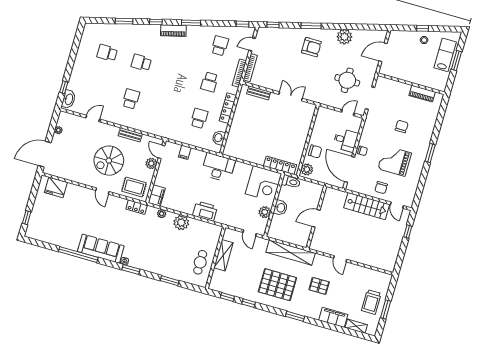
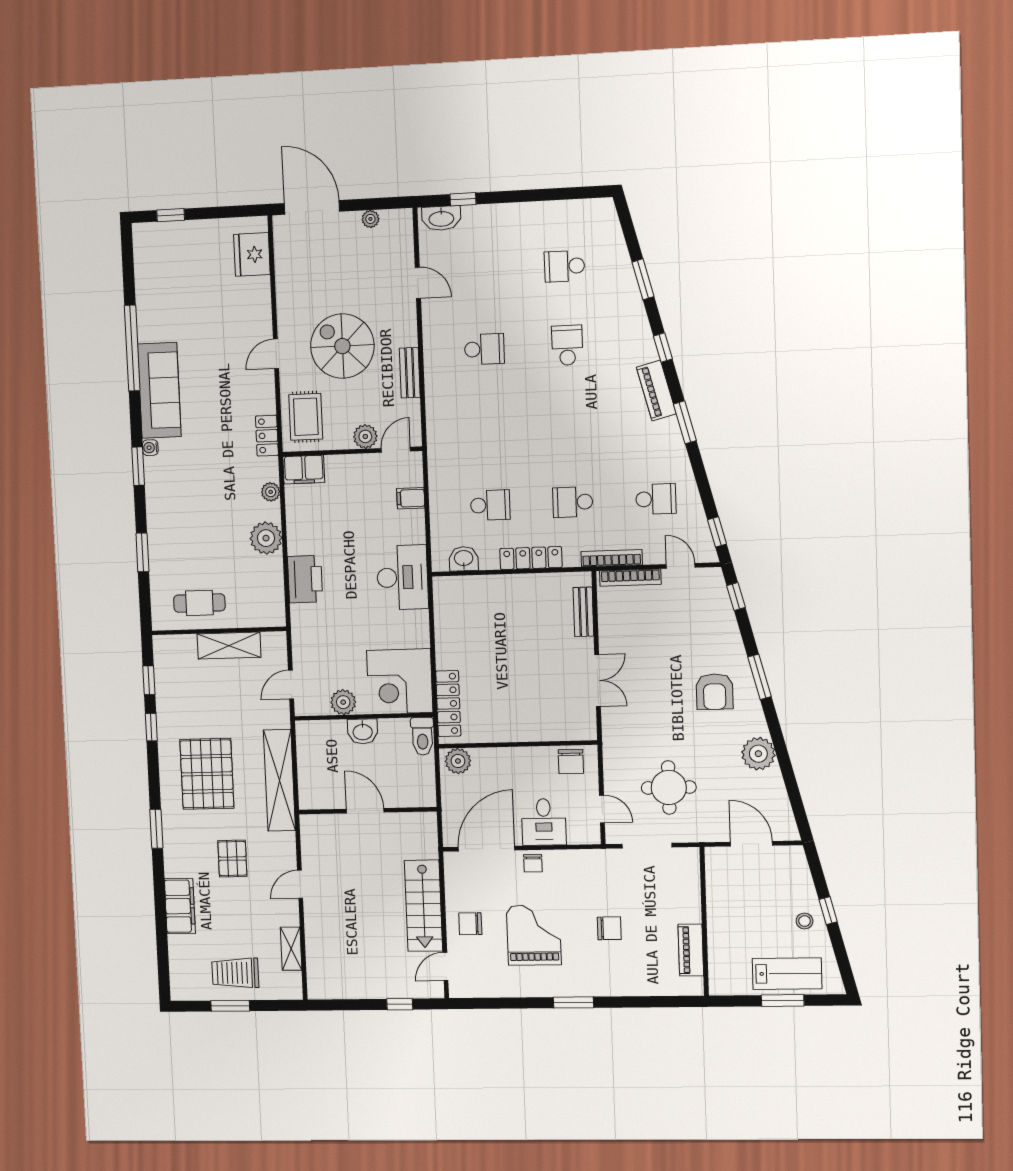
school desk: (107, 53) -> (564, 266), turned -90
chair: (315, 151) -> (571, 761), moved
shelving: (356, 326) -> (291, 949), moved

